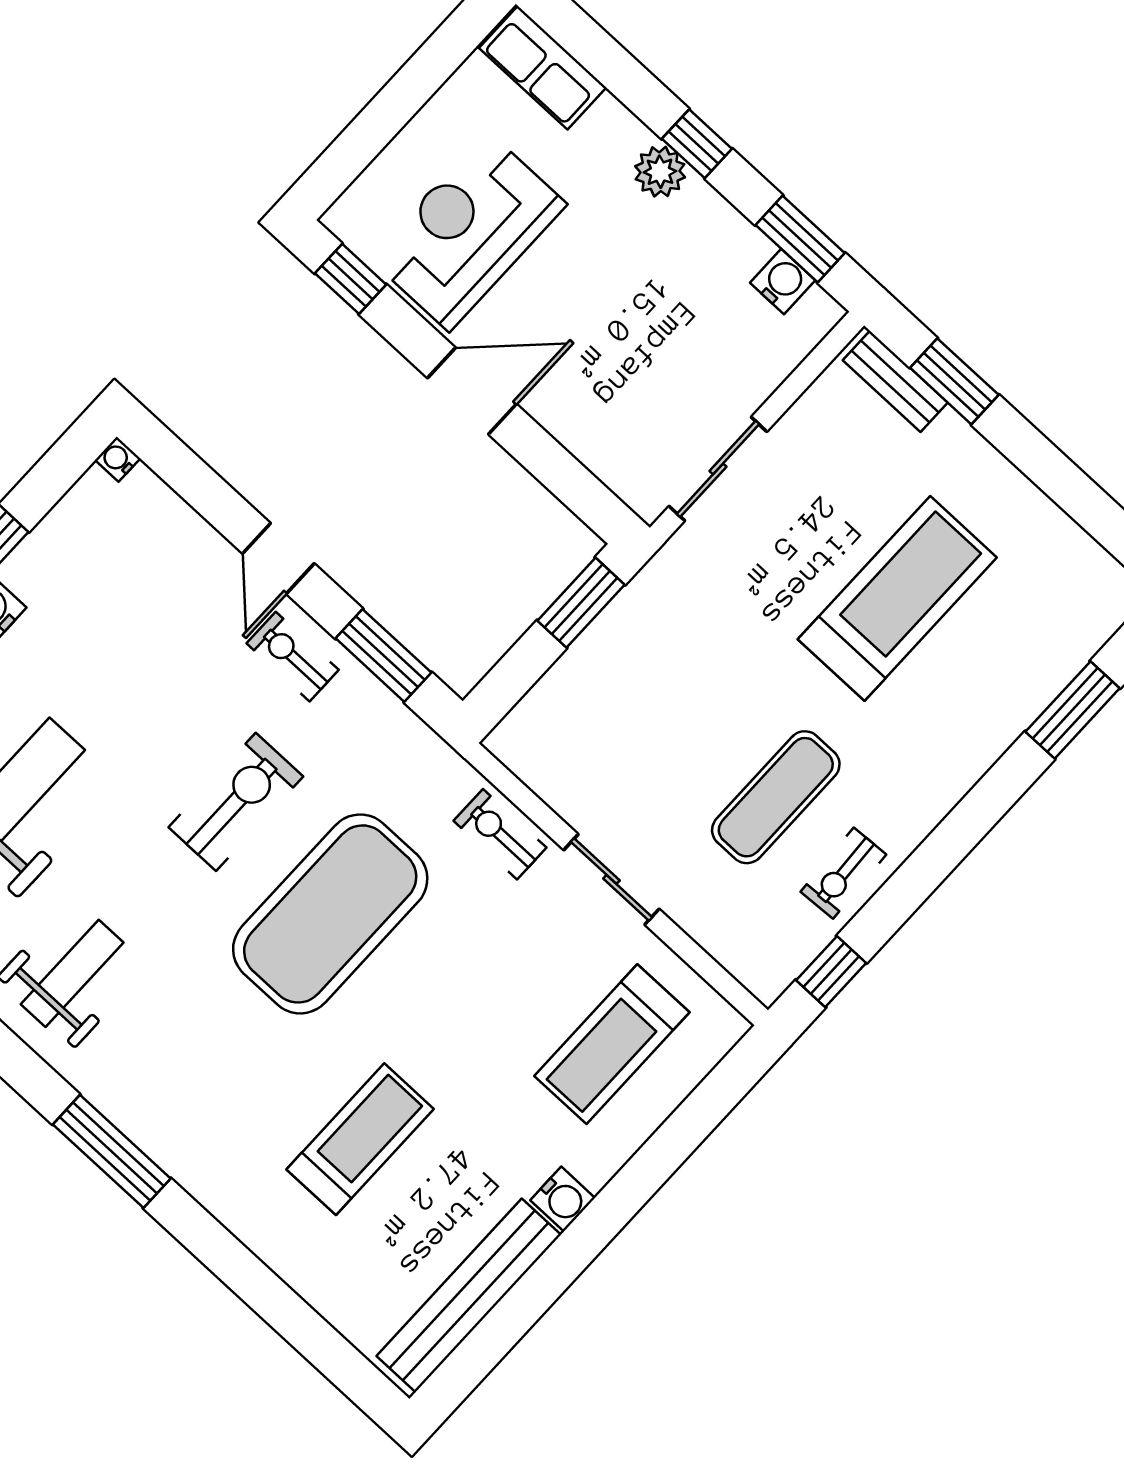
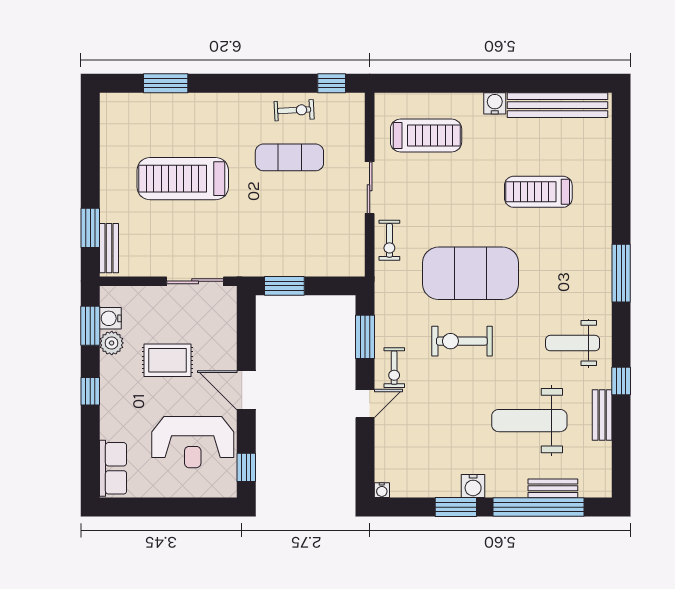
plant: (660, 172) -> (112, 343), moved
rug: (634, 310) -> (167, 360), added

